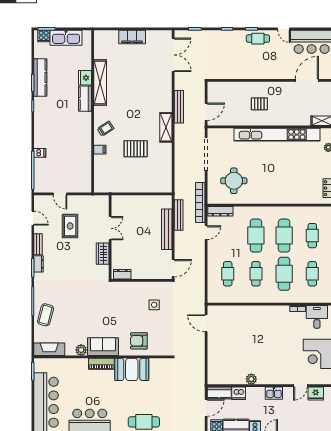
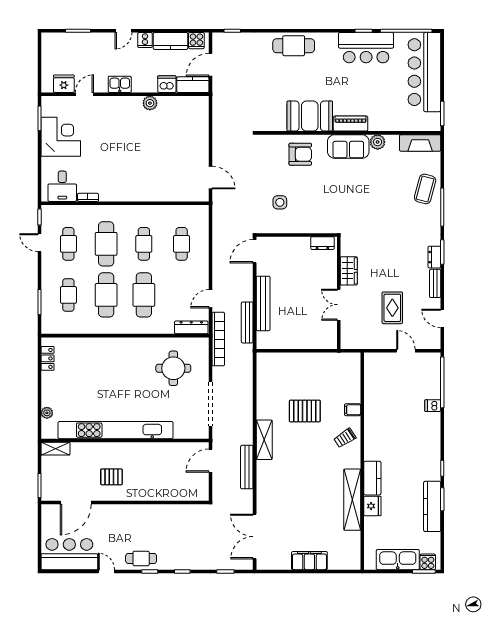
pallet: (259, 104) -> (111, 477), moved

